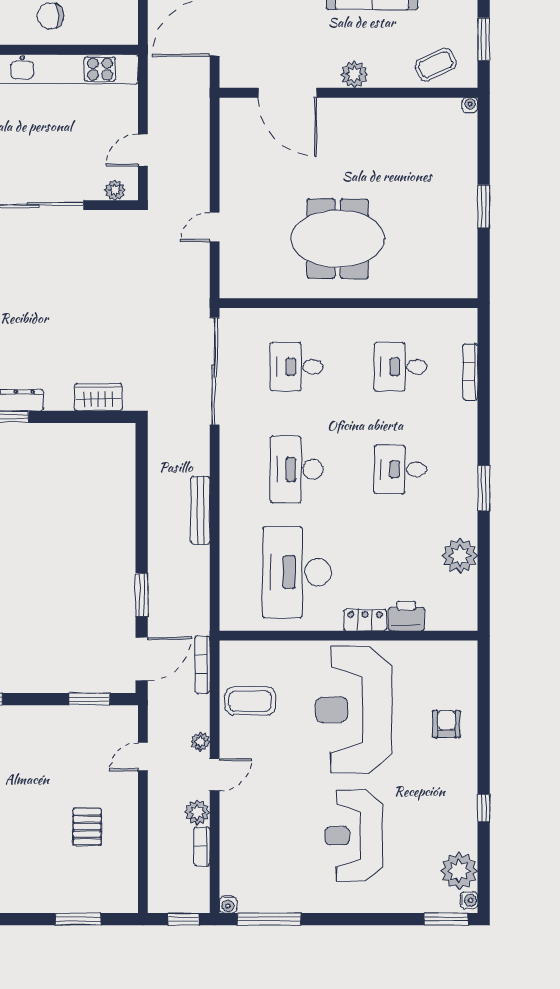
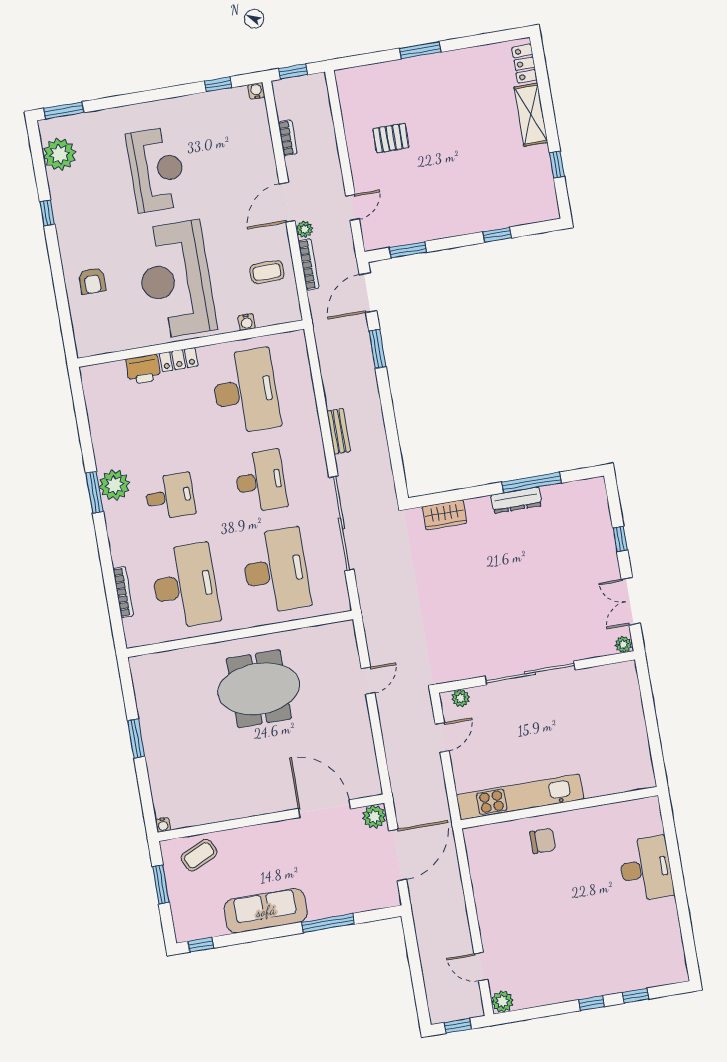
plant: (354, 74) -> (374, 817), moved
desk: (297, 367) -> (276, 571), width x1.87, depth x1.30
desk: (400, 367) -> (185, 586), width x1.87, depth x1.30
sliding door: (215, 371) -> (341, 523), moved
bench: (200, 510) -> (339, 431), width x0.73
plant: (460, 556) -> (114, 485), moved
bookcase: (203, 665) -> (309, 264), moved
coffee table: (250, 701) -> (267, 272), width x0.73, depth x0.77
reception desk: (354, 710) -> (175, 280), turned 180
door: (215, 775) -> (287, 202), width x1.38
plant: (197, 812) -> (297, 167), removed
pallet: (87, 827) -> (391, 138), turned 90
water cooler: (469, 900) -> (247, 322), moved, turned -90
window: (78, 919) -> (420, 50), moved
window: (269, 919) -> (218, 84), width x0.46

